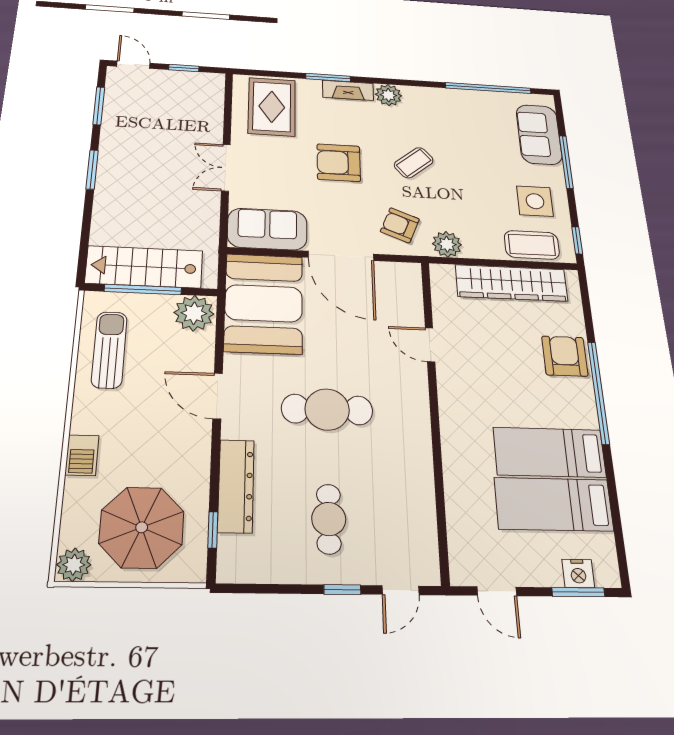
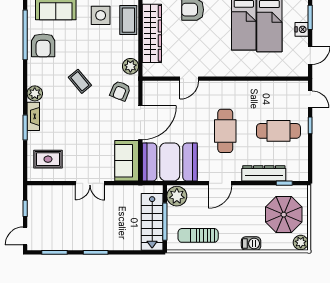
rug: (272, 107) -> (48, 159), width x0.73, depth x0.70
armchair: (339, 163) -> (43, 45), moved
cafe table: (329, 519) -> (278, 131), width x1.37, depth x1.35
nightstand: (578, 573) -> (302, 29), moved

